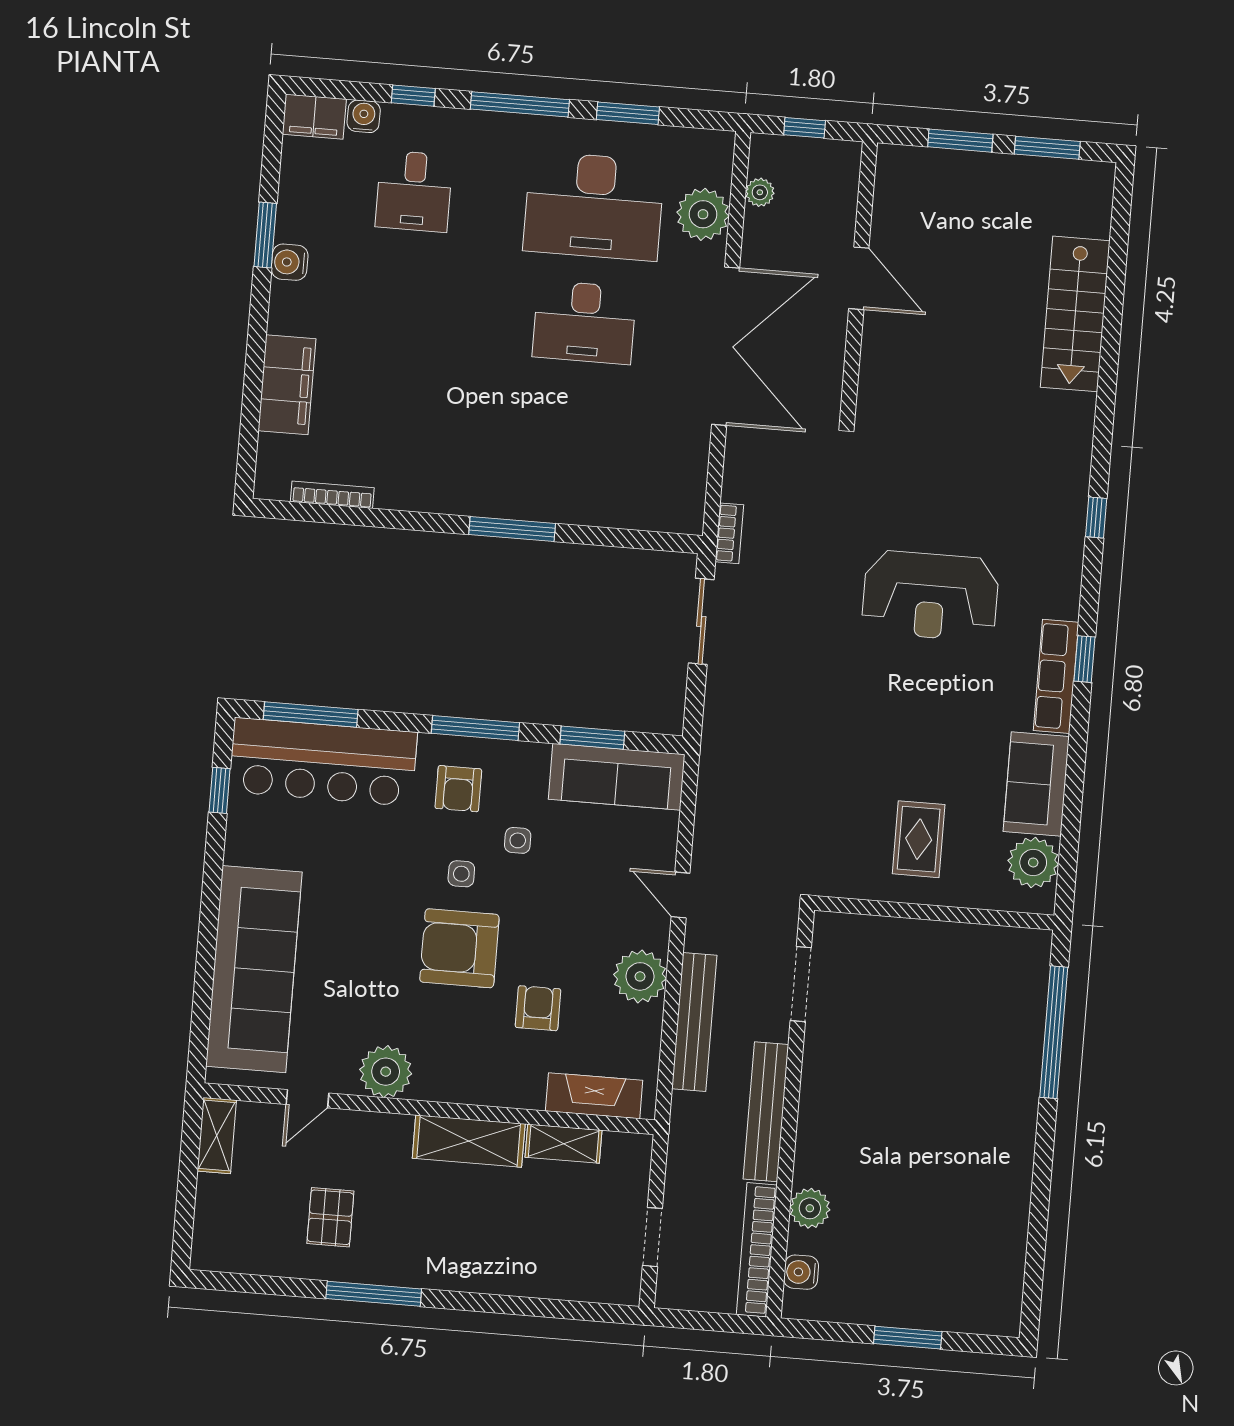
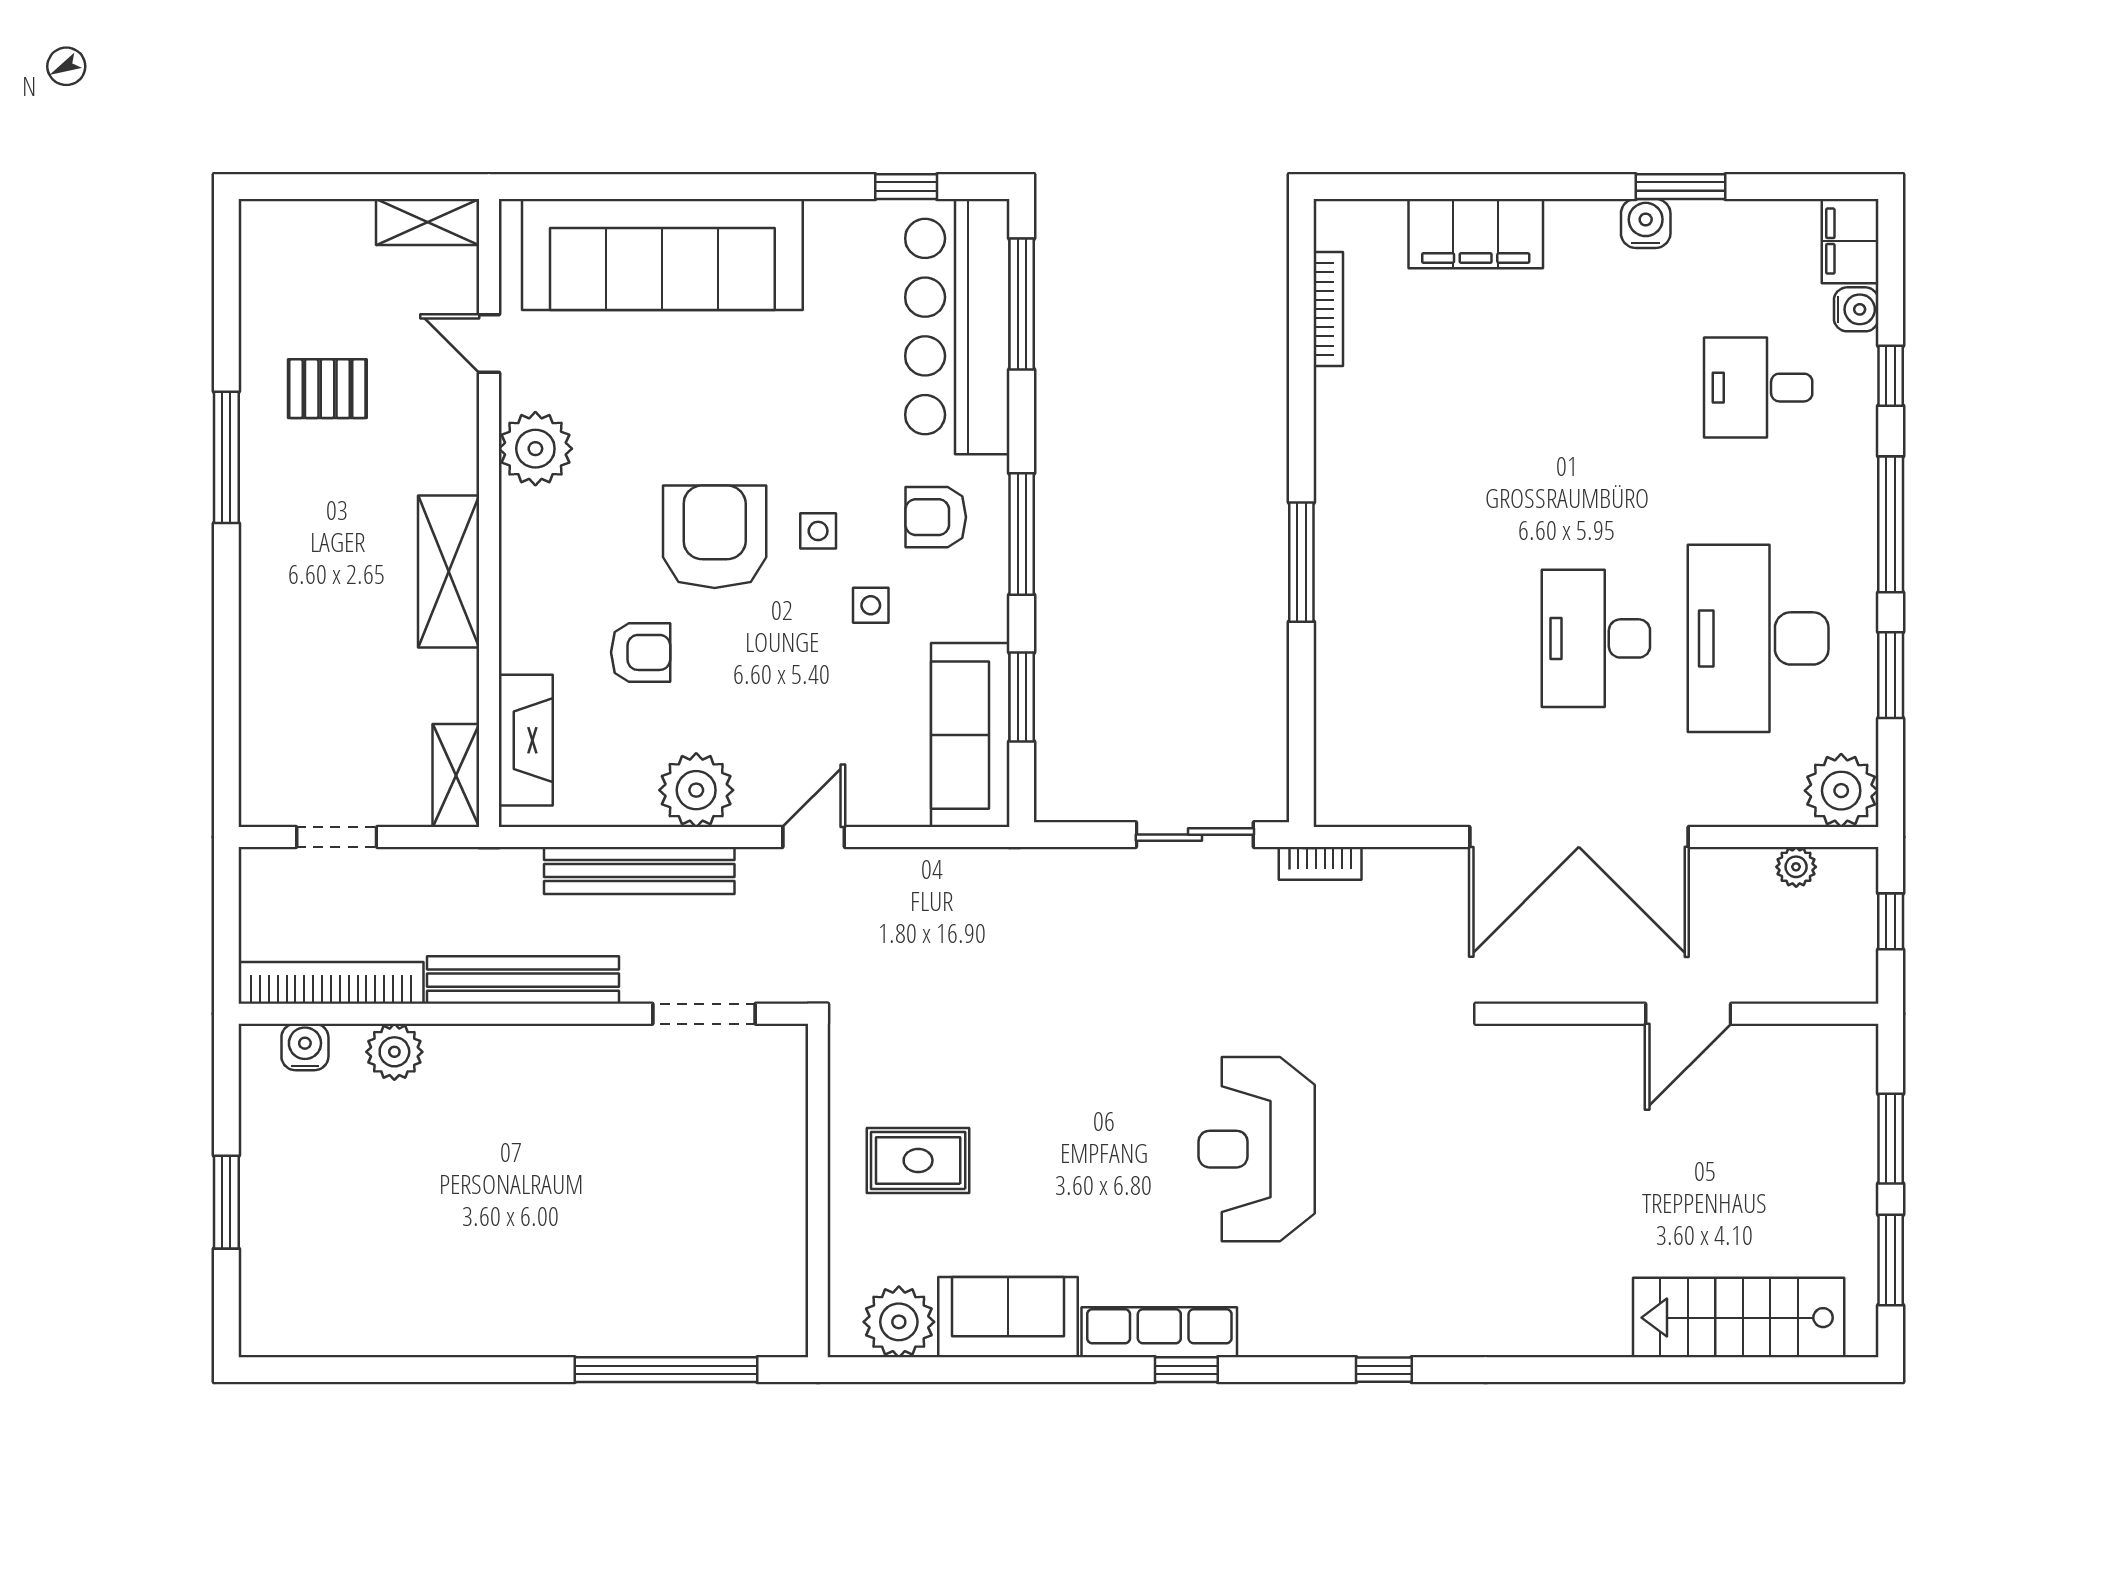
plant: (703, 214) -> (1841, 791), moved
stairs: (1075, 314) -> (1739, 1318), moved
shelving: (564, 1144) -> (456, 775), moved

